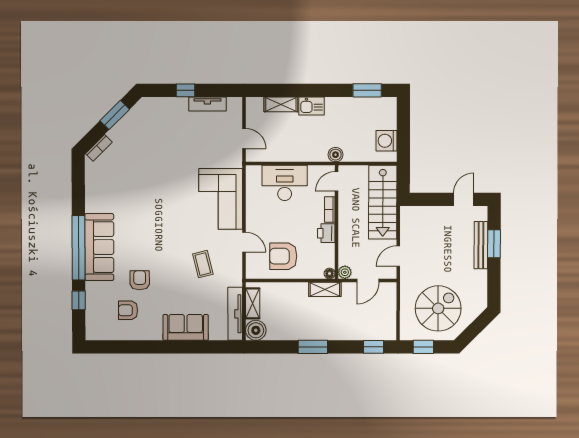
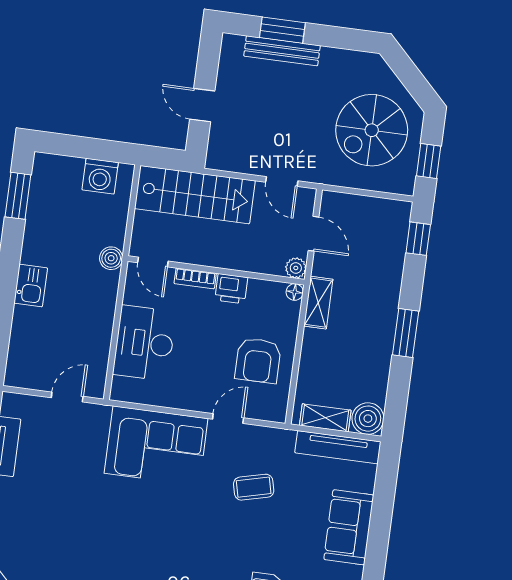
shelving: (281, 104) -> (22, 333), removed
door: (464, 199) -> (202, 105), moved
spiral stairs: (438, 308) -> (372, 130), turned -90

